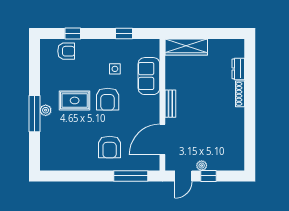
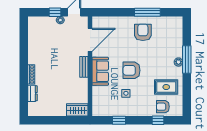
wardrobe: (186, 47) -> (77, 110), width x0.67
sofa: (149, 76) -> (100, 71), moved
armchair: (108, 99) -> (132, 70), turned -90
rug: (75, 100) -> (166, 87), moved
armchair: (110, 147) -> (143, 32), moved
window: (131, 176) -> (147, 12), moved

